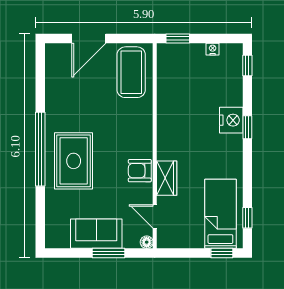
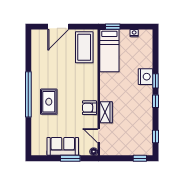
window: (247, 66) -> (155, 101), moved
rug: (74, 161) -> (49, 102), width x0.73, depth x0.70
bed: (220, 214) -> (109, 51), moved, turned 180

